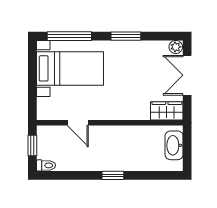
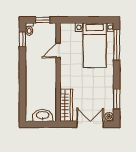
window: (126, 36) -> (117, 99), moved
wardrobe: (167, 111) -> (66, 105), width x1.50
window: (113, 175) -> (22, 39), moved

